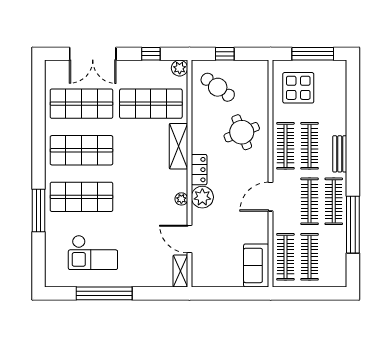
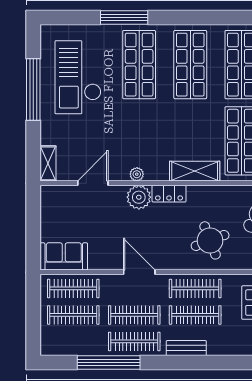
checkout: (93, 252) -> (78, 77), width x1.36, depth x1.21
shelving: (180, 271) -> (48, 163), moved, turned 90

